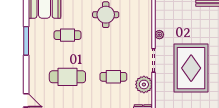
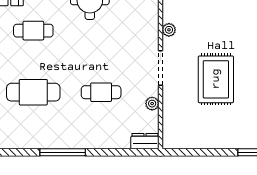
rug: (191, 68) -> (216, 79), width x0.73, depth x0.69
plant: (144, 84) -> (152, 104), width x0.53, depth x0.53

